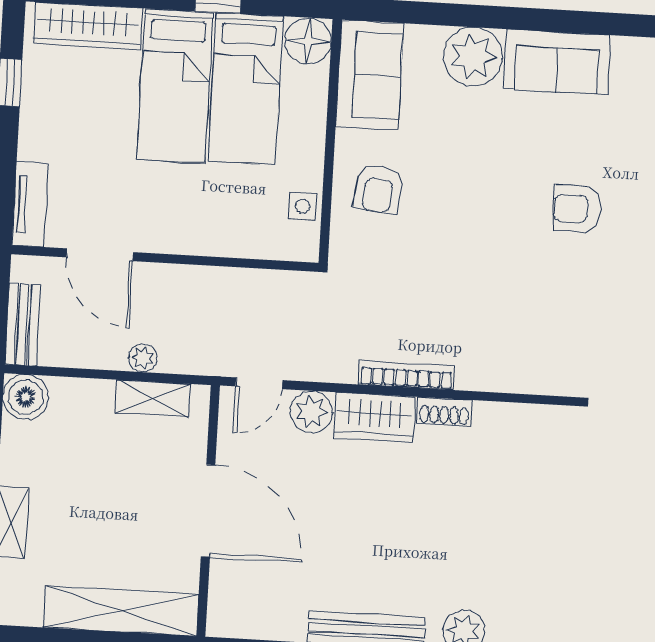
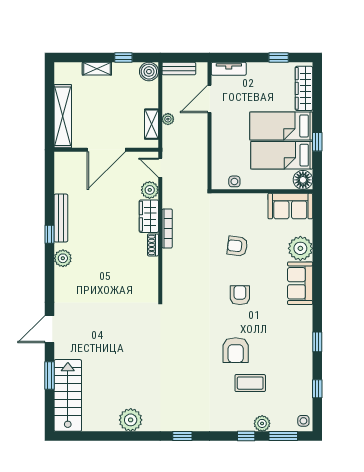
armchair: (379, 189) -> (237, 246), moved

